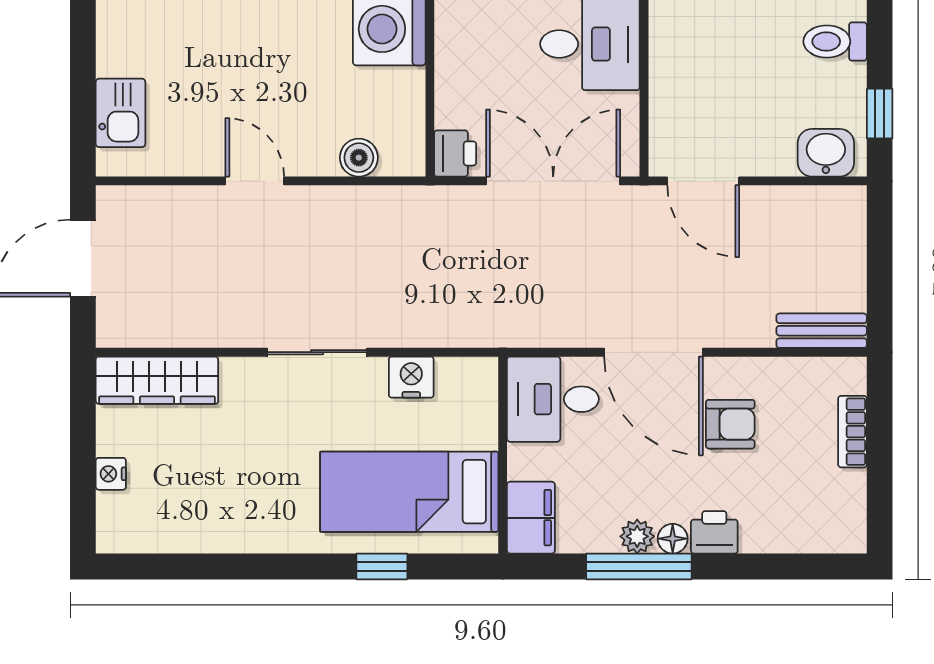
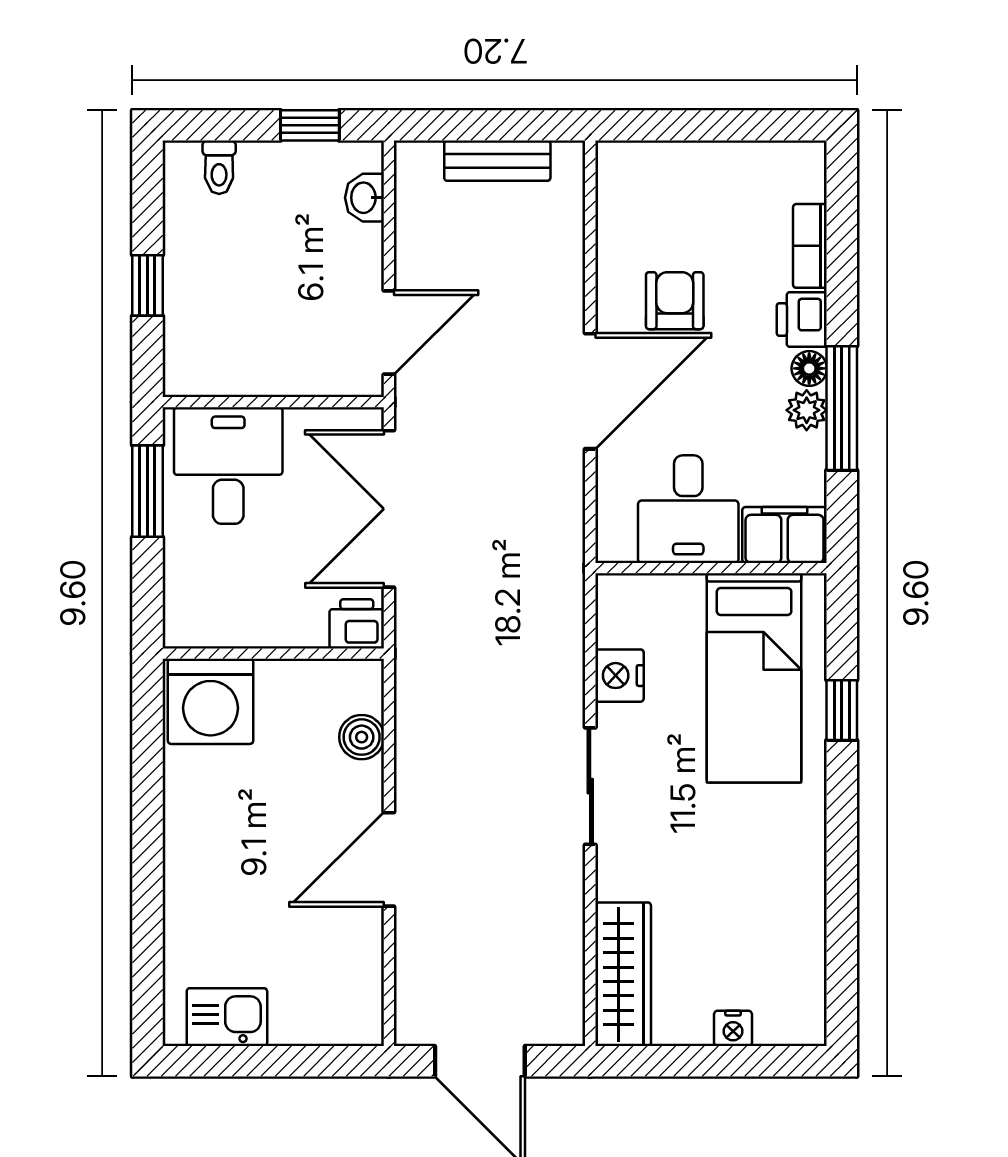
toilet: (835, 41) -> (219, 167), width x0.73, depth x0.72
kitchen sink: (120, 113) -> (227, 1017), moved
washbasin: (826, 153) -> (365, 198), width x0.72, depth x0.69
door: (255, 181) -> (389, 859), width x1.38
bench: (822, 331) -> (497, 161), moved, turned 90
desk: (553, 399) -> (688, 509), moved
bookcase: (852, 432) -> (810, 246), moved, turned 90

